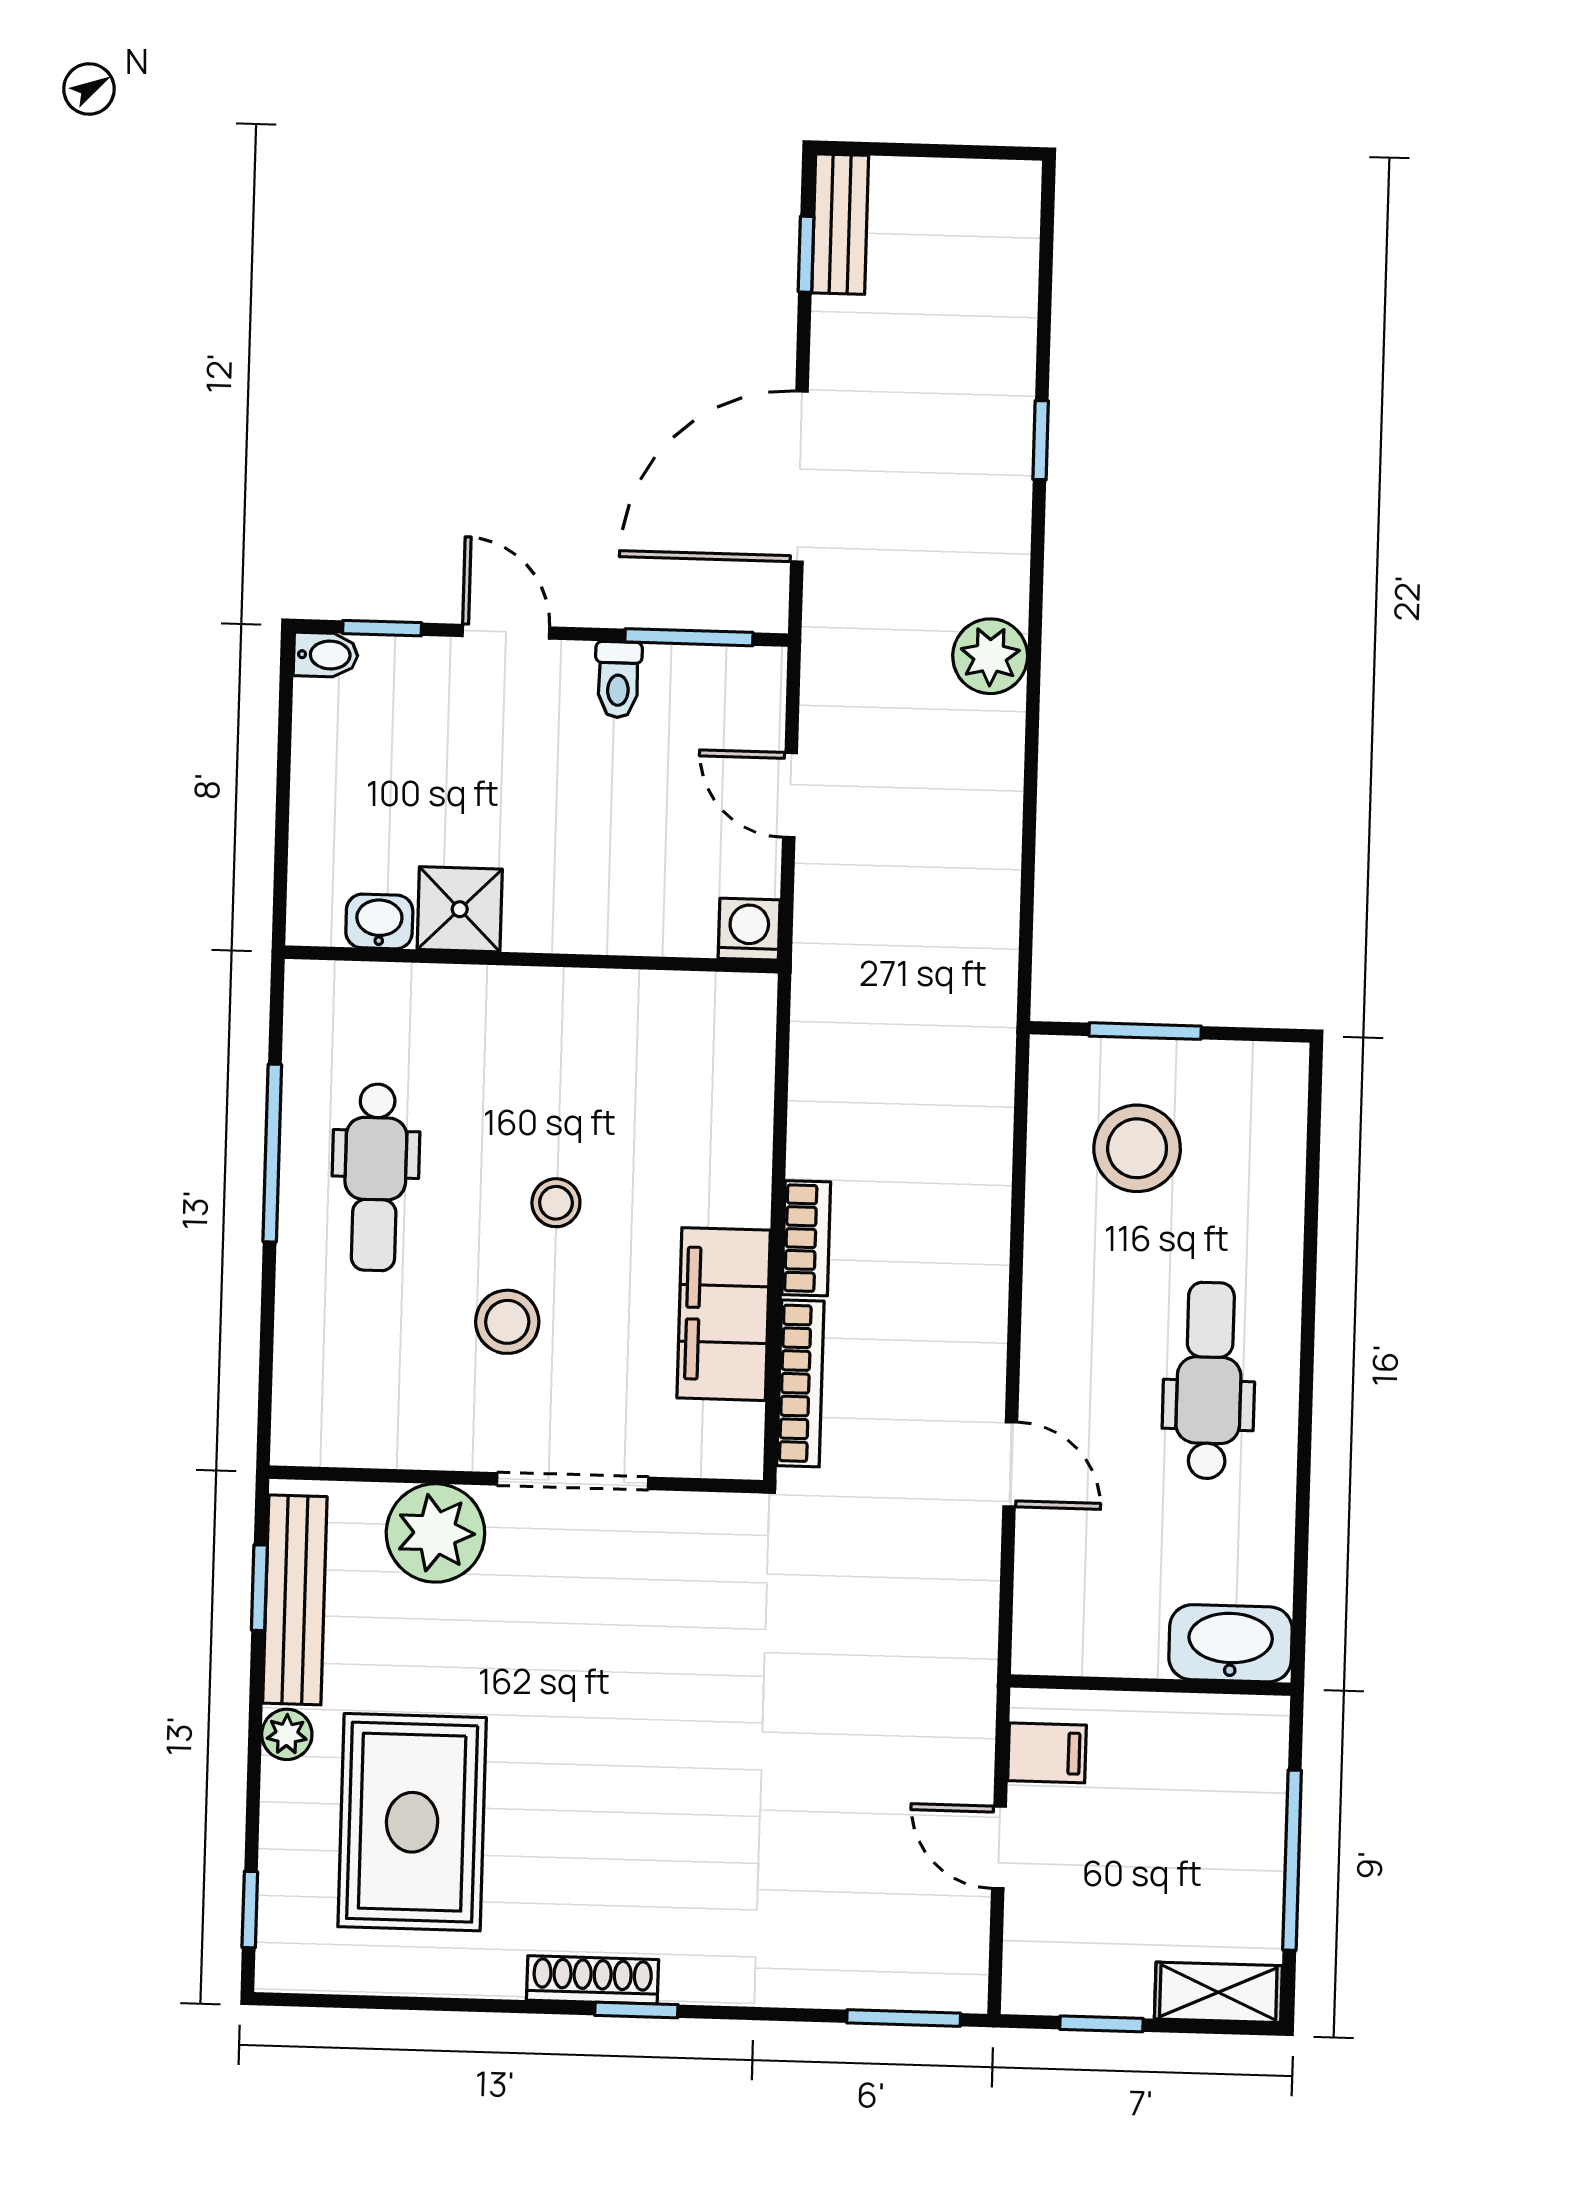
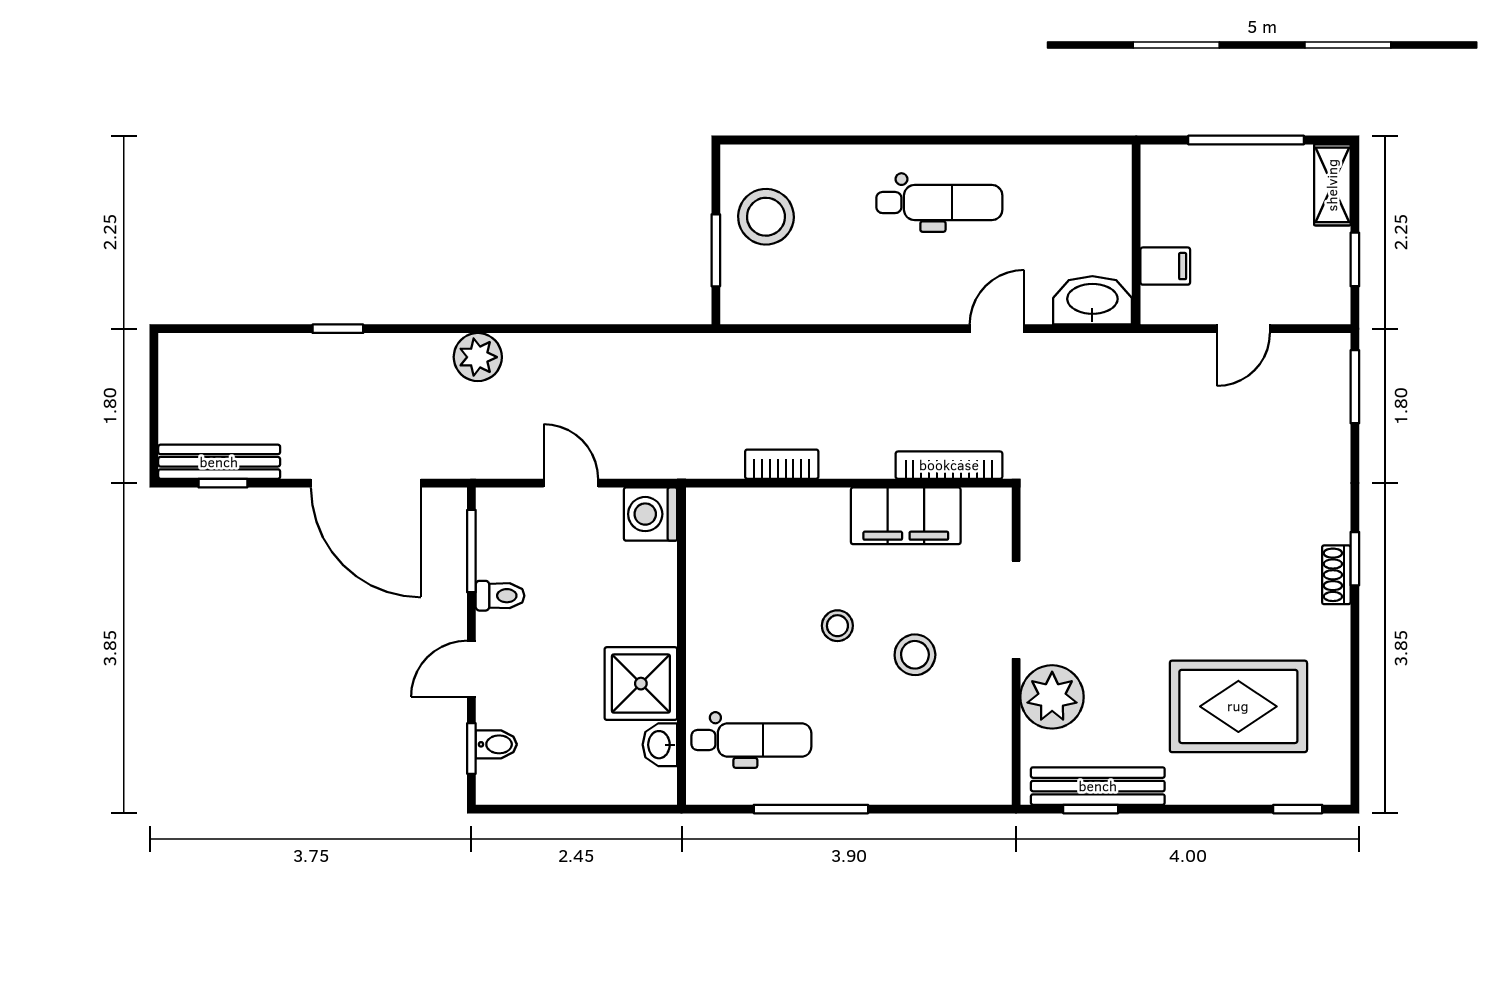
bench: (840, 224) -> (219, 462), width x1.36
bidet: (326, 655) -> (496, 744), moved, turned 90
door: (790, 795) -> (571, 483), swing flipped
shower: (460, 909) -> (641, 684), width x1.36, depth x1.36
washing machine: (749, 929) -> (651, 514), width x1.38, depth x1.38
stool: (1137, 1148) -> (766, 217), moved
dental chair: (375, 1177) -> (751, 740), moved
bookcase: (806, 1238) -> (782, 464), moved
dental chair: (1209, 1381) -> (939, 203), turned 180
washbasin: (1231, 1643) -> (1092, 300), moved, turned 90
plant: (287, 1734) -> (1184, 789), removed
filing cabinet: (1047, 1753) -> (1165, 266), moved, turned 90
shoe rack: (592, 1980) -> (1336, 575), width x0.70

